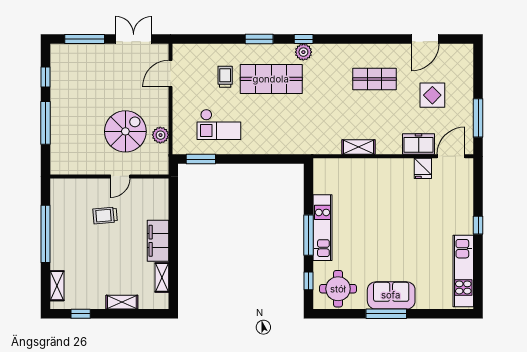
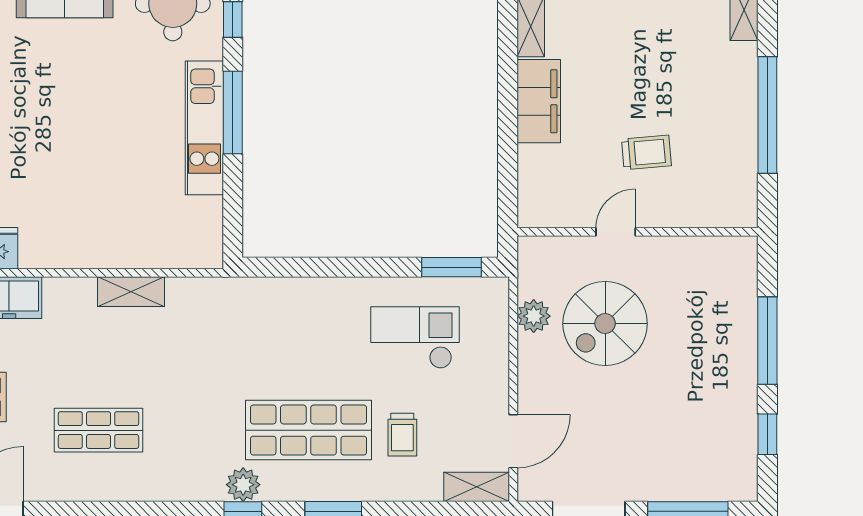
shelving: (189, 51) -> (477, 487), added

